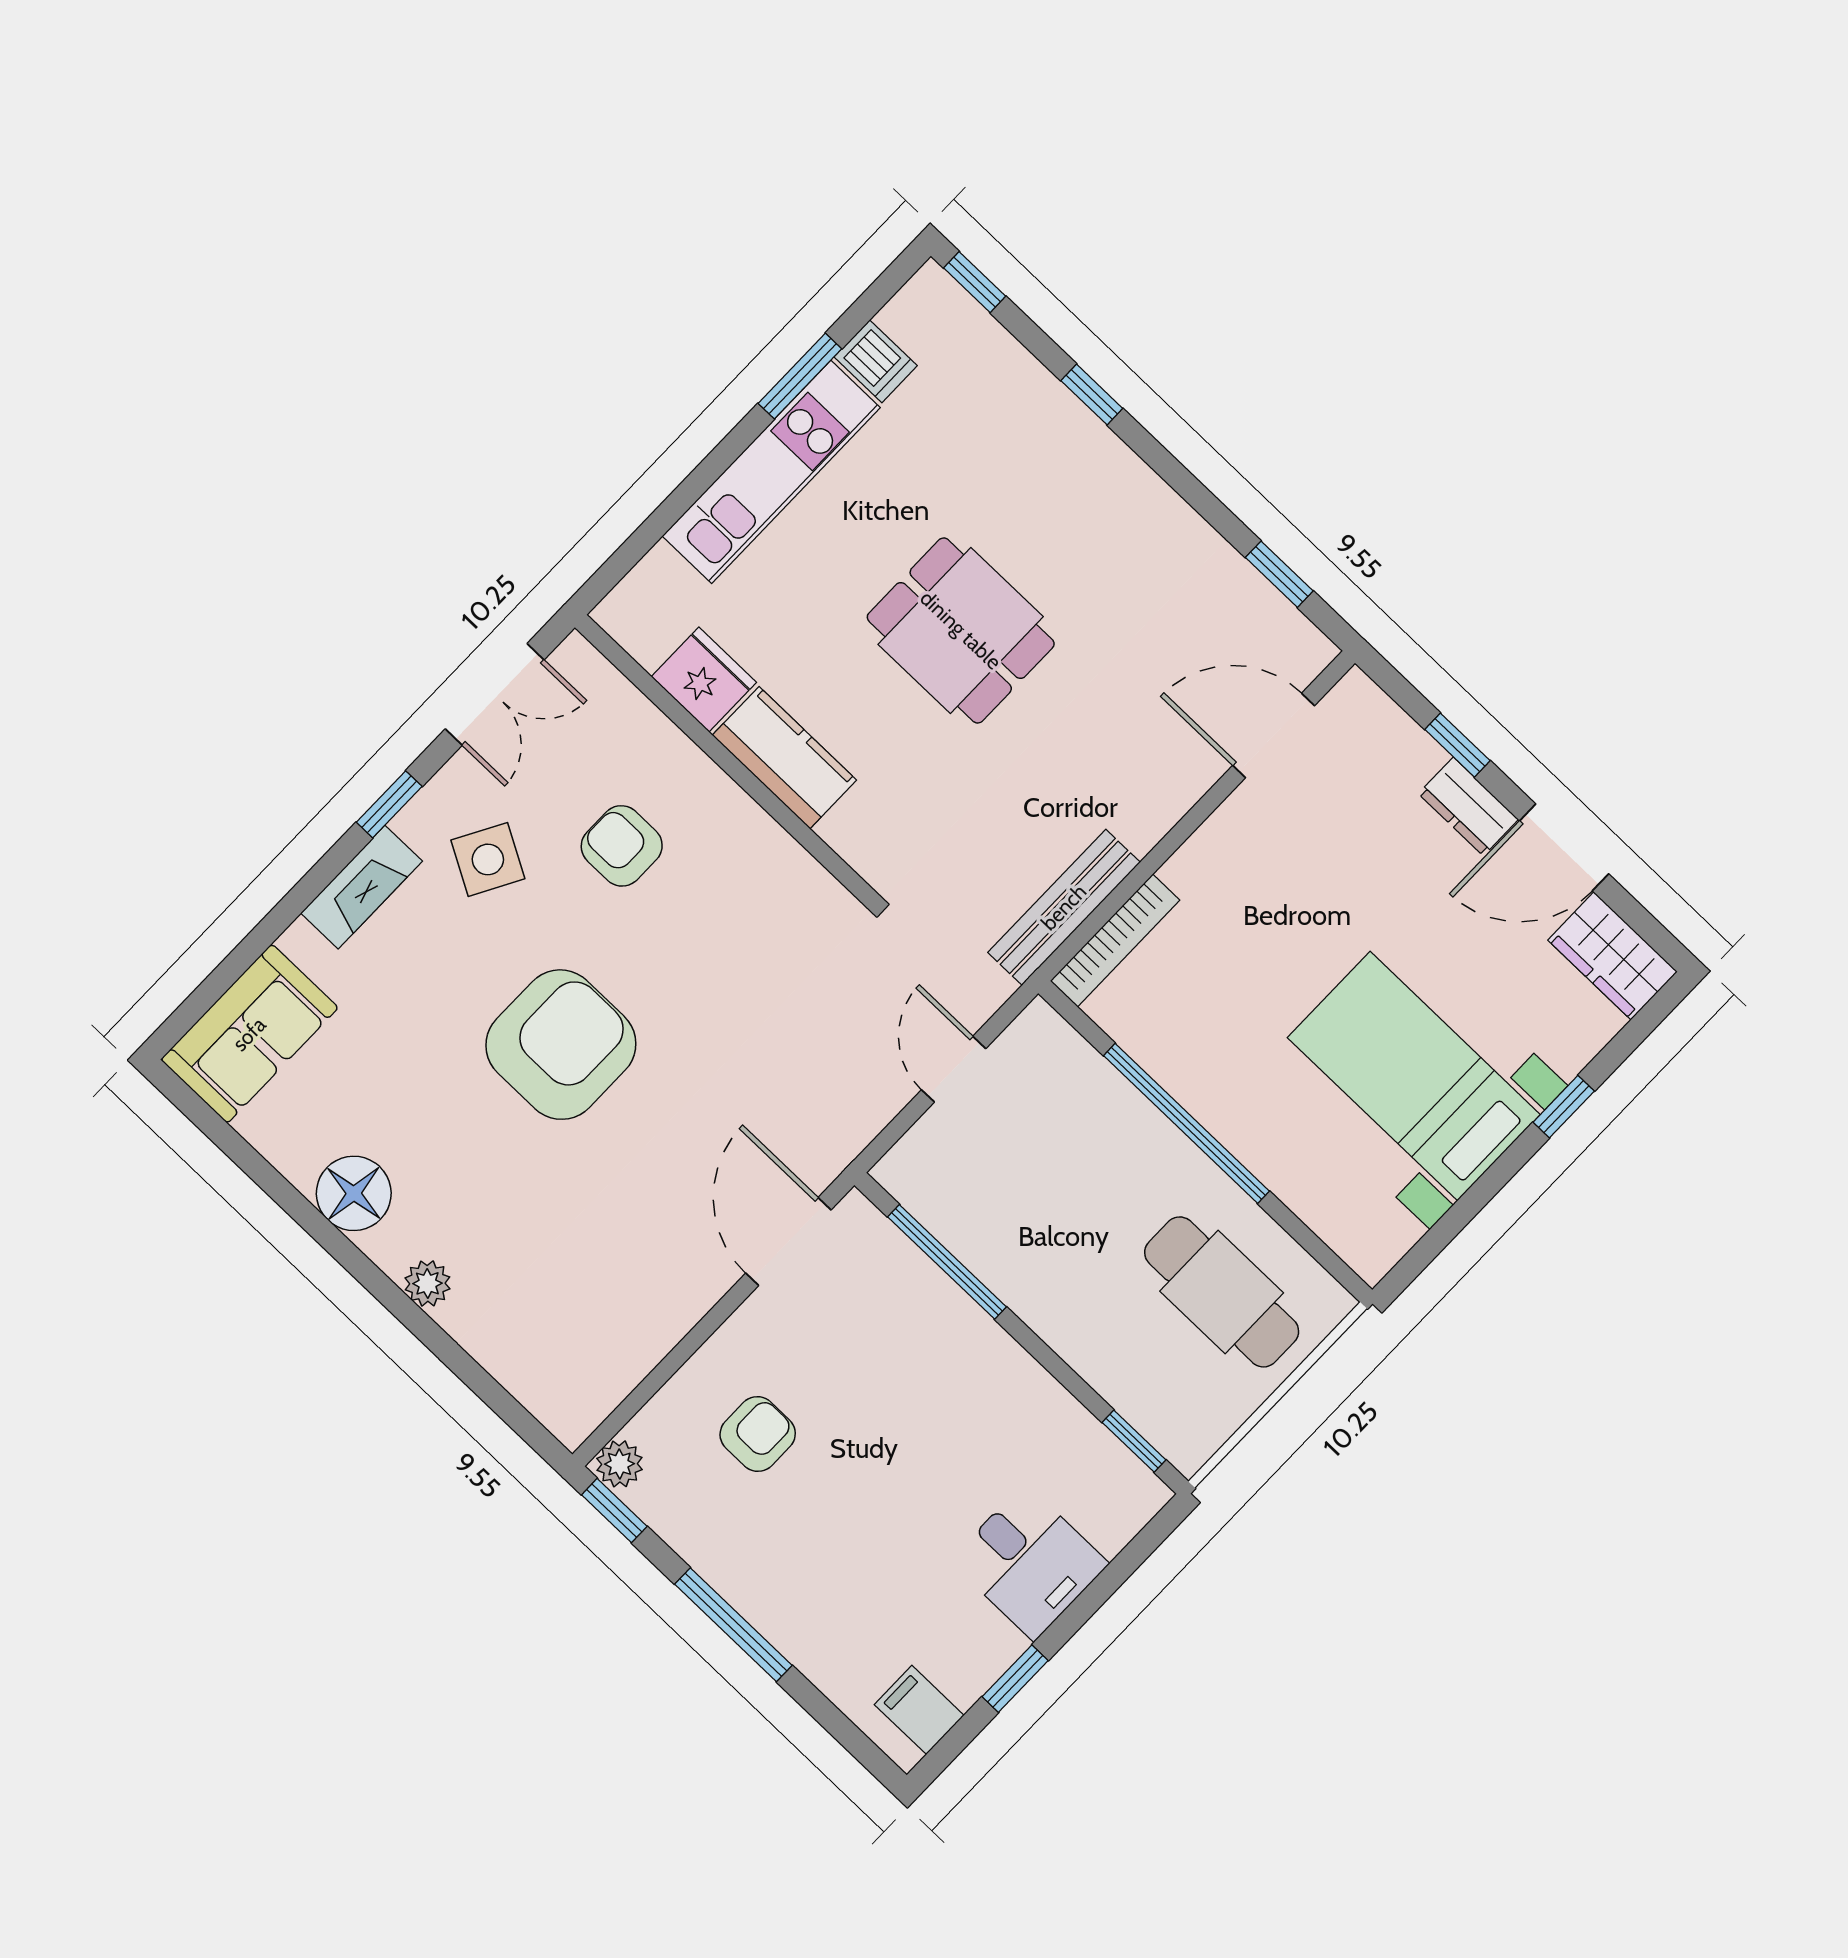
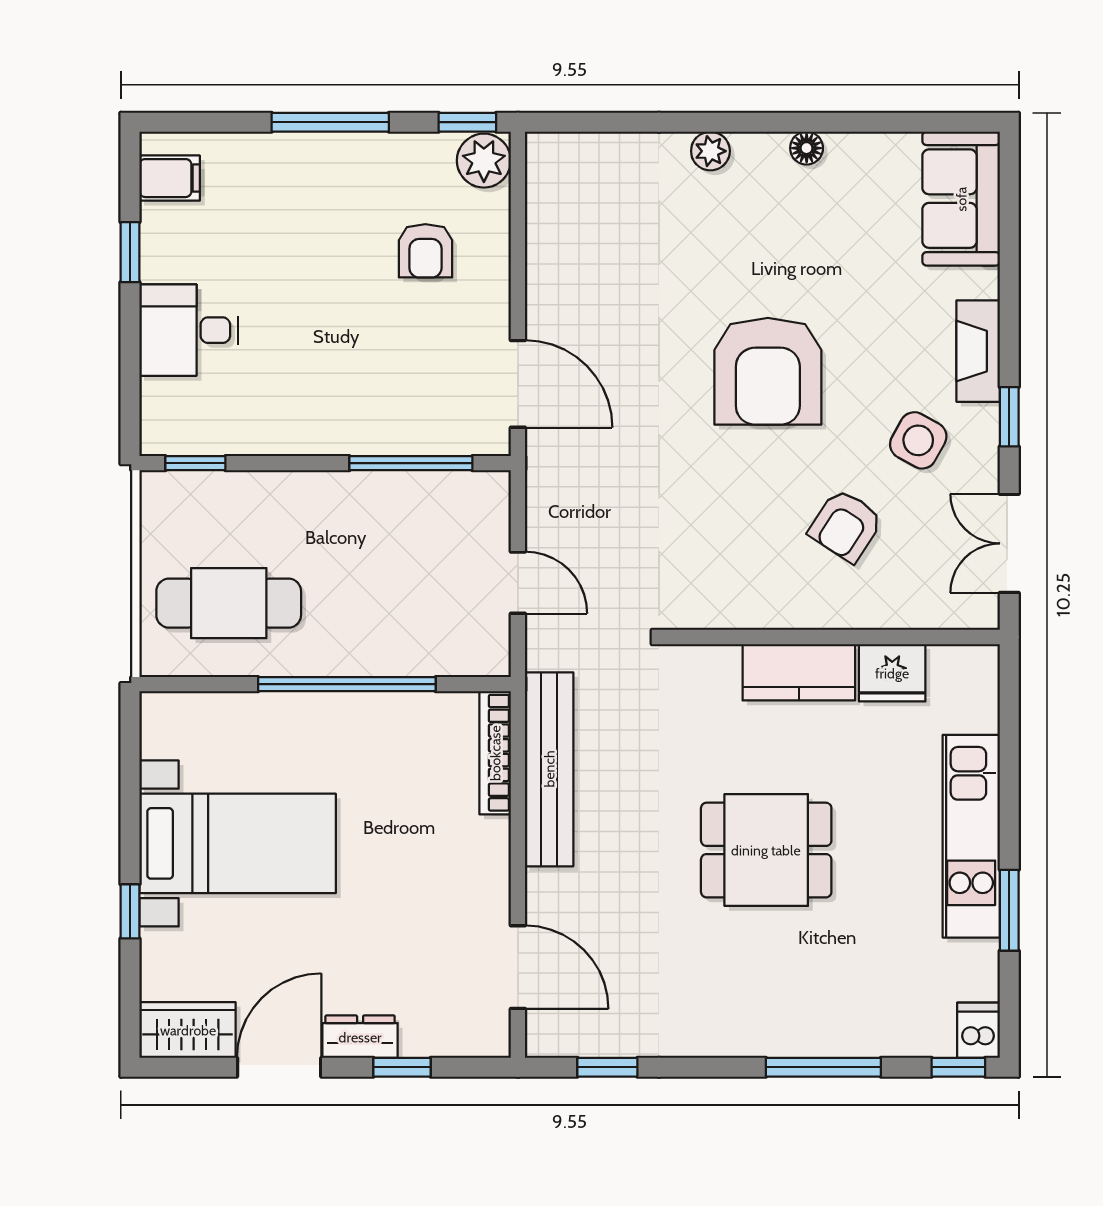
dishwasher: (876, 361) -> (978, 1030), moved, turned 90
window: (1092, 394) -> (823, 1067), width x2.17
door: (1274, 735) -> (518, 967), hinge flipped
armchair: (622, 846) -> (846, 526), turned 123
bench: (1064, 907) -> (549, 769), width x1.37, depth x1.21
floor lamp: (354, 1193) -> (807, 148), width x0.53, depth x0.53
plant: (619, 1464) -> (484, 161), width x1.38, depth x1.38

